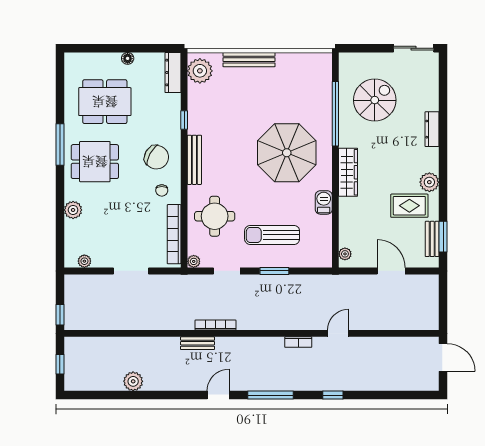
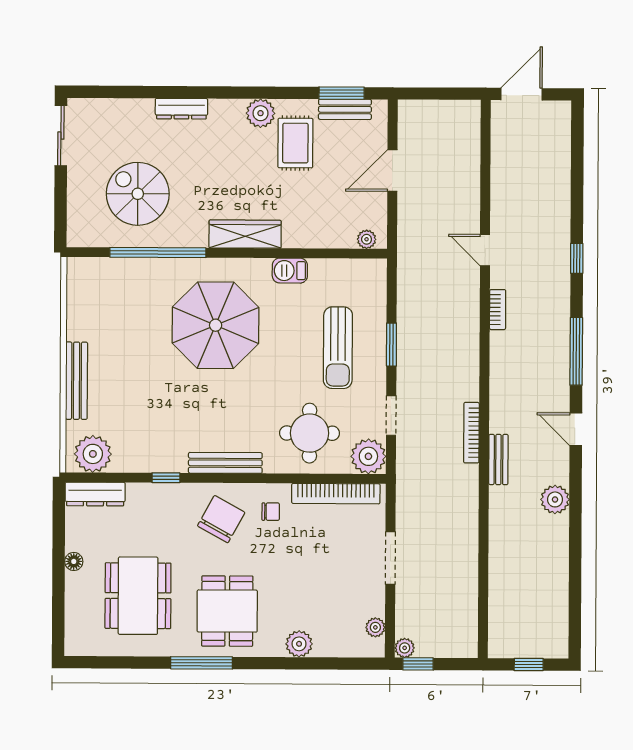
plant: (194, 261) -> (368, 456), width x1.87, depth x1.87
plant: (71, 281) -> (405, 648), added
window: (60, 315) -> (418, 664), moved
plant: (133, 381) -> (555, 499), moved

